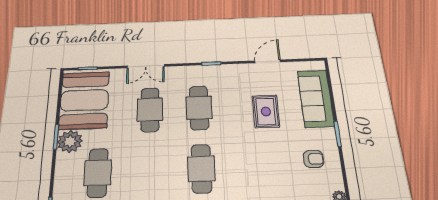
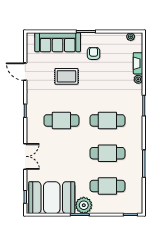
cafe table: (150, 110) -> (107, 153), moved
armchair: (313, 159) -> (94, 53), moved

